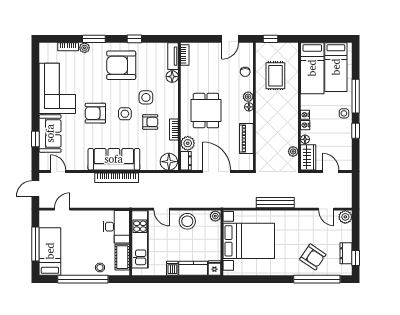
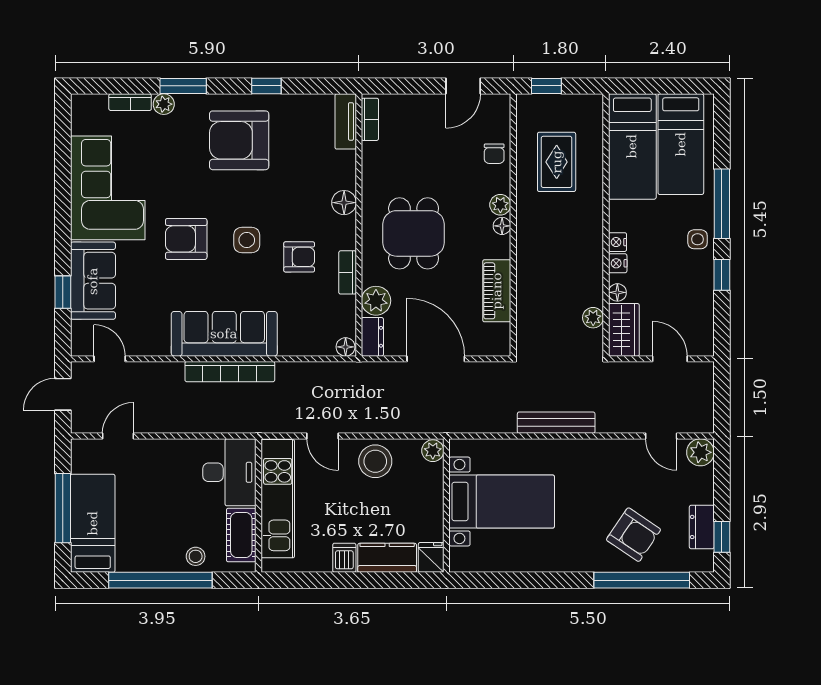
floor lamp: (172, 77) -> (344, 203), moved
side table: (146, 97) -> (290, 206), removed
floor lamp: (169, 162) -> (346, 347), width x0.53, depth x0.53
bed with nightstands: (249, 241) -> (502, 502), width x0.73

